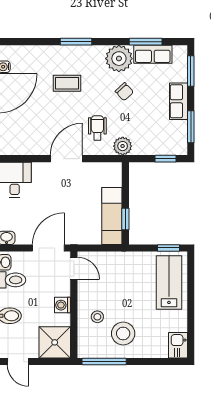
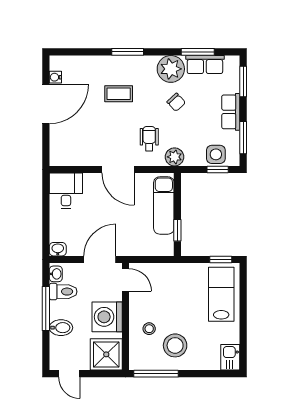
side table: (164, 144) -> (216, 154), added
door: (66, 159) -> (118, 170), swing flipped
exam couch: (112, 216) -> (164, 205), moved
washing machine: (62, 305) -> (107, 317), width x1.89, depth x1.89

